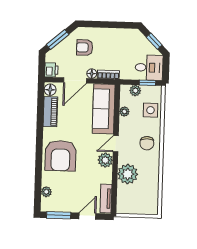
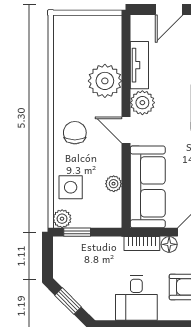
desk: (149, 68) -> (136, 298), moved, turned -90
plant: (135, 91) -> (62, 219), moved
door: (116, 144) -> (126, 130), swing flipped
tv unit: (106, 198) -> (139, 65), moved

